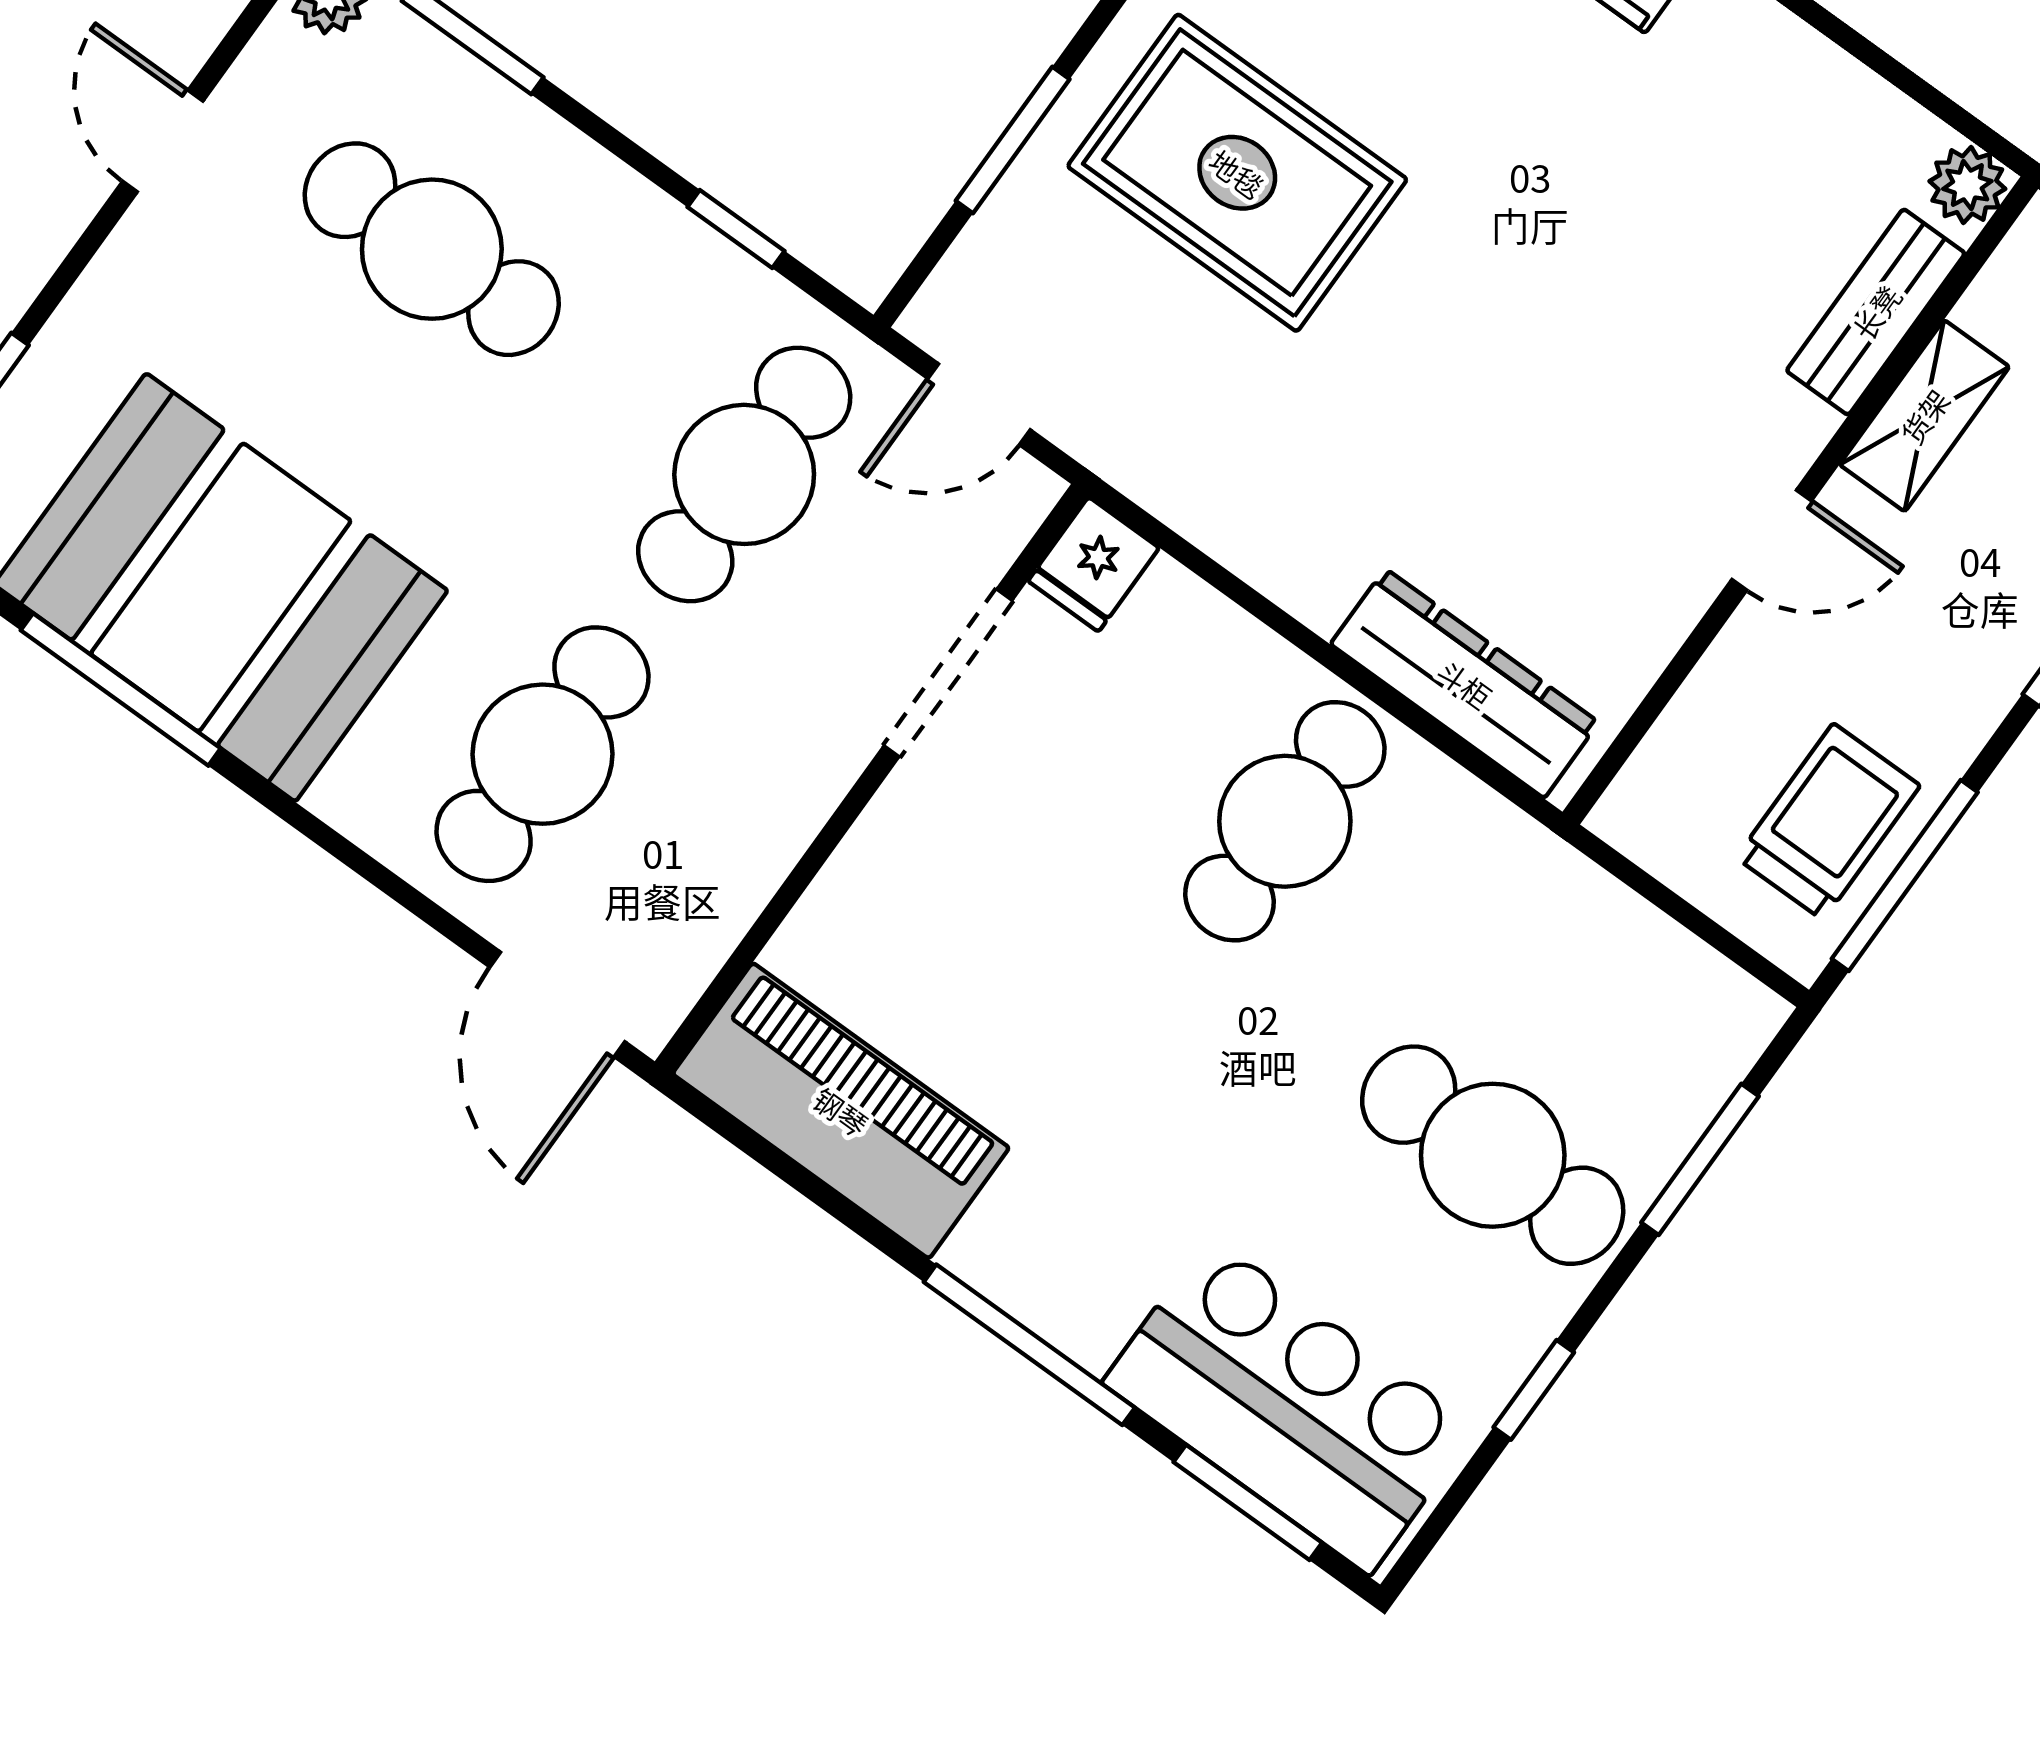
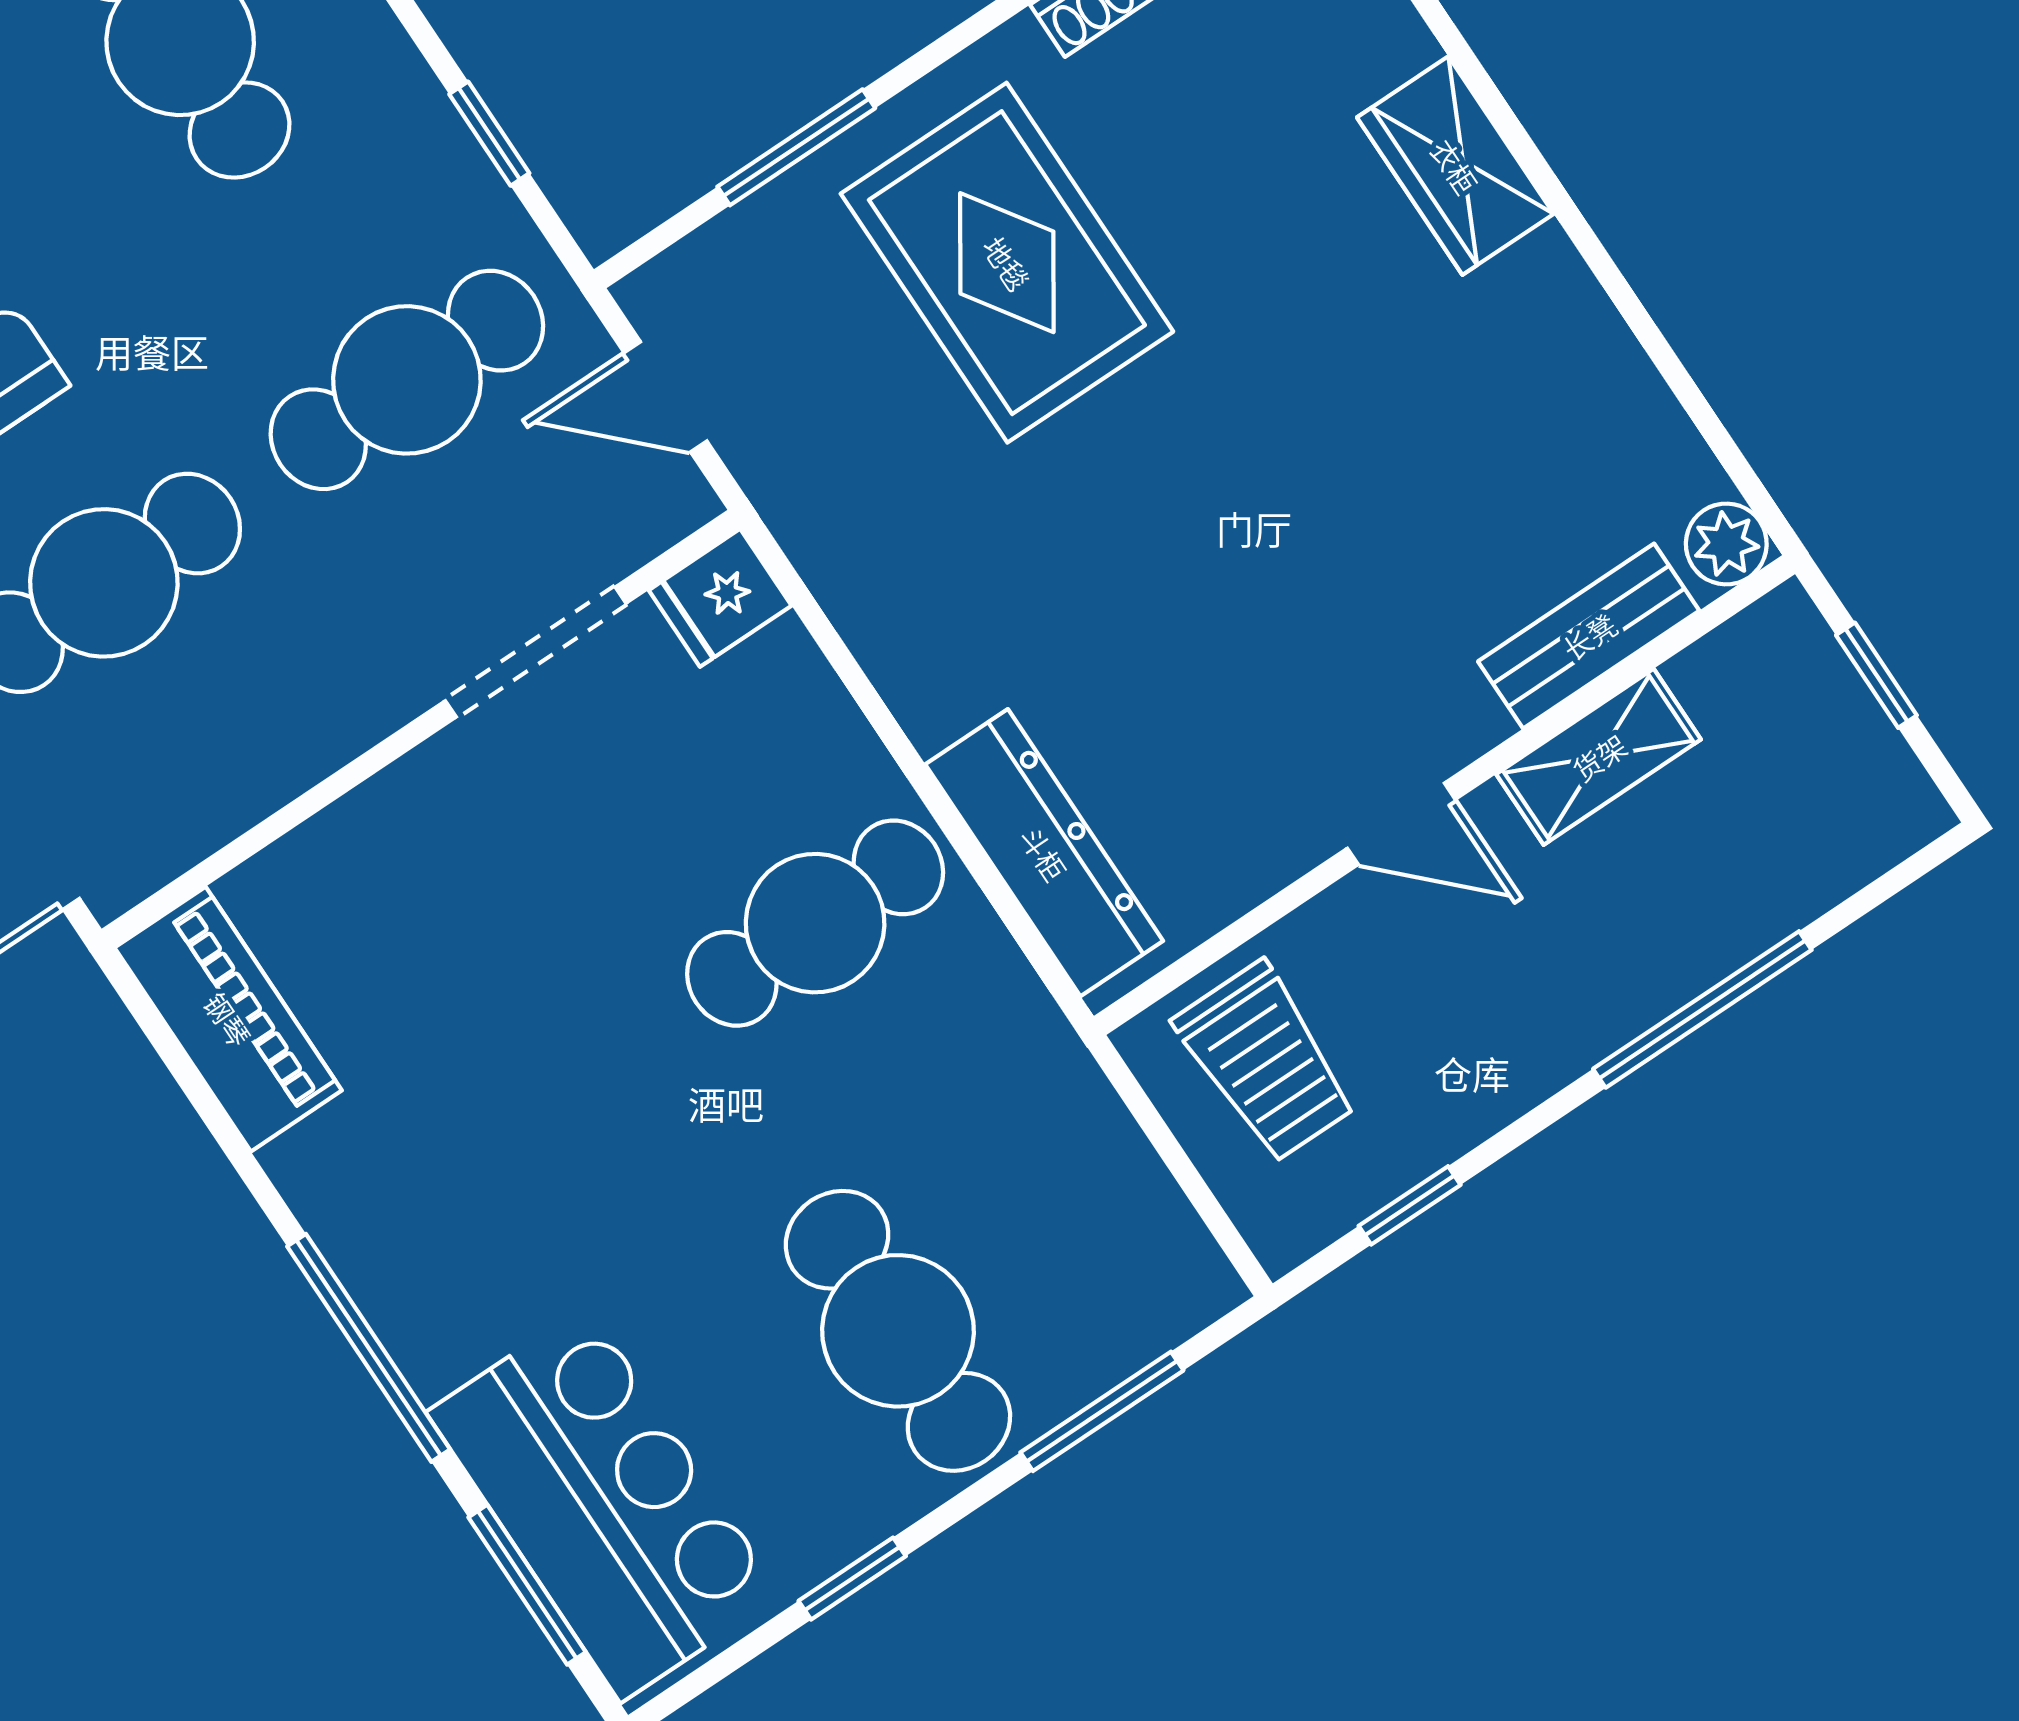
trolley: (1828, 822) -> (1266, 1062), moved, turned 90
window: (1905, 875) -> (1410, 1205), width x0.46
piano: (841, 1111) -> (228, 1019), width x0.73, depth x0.75

